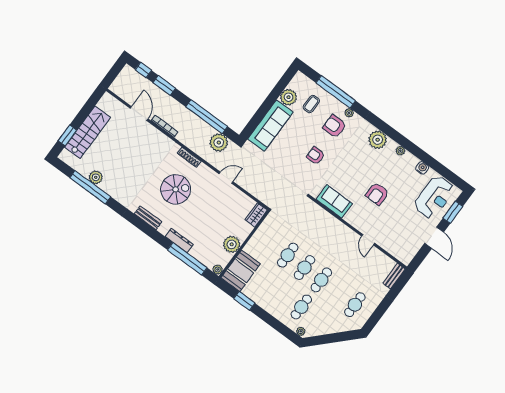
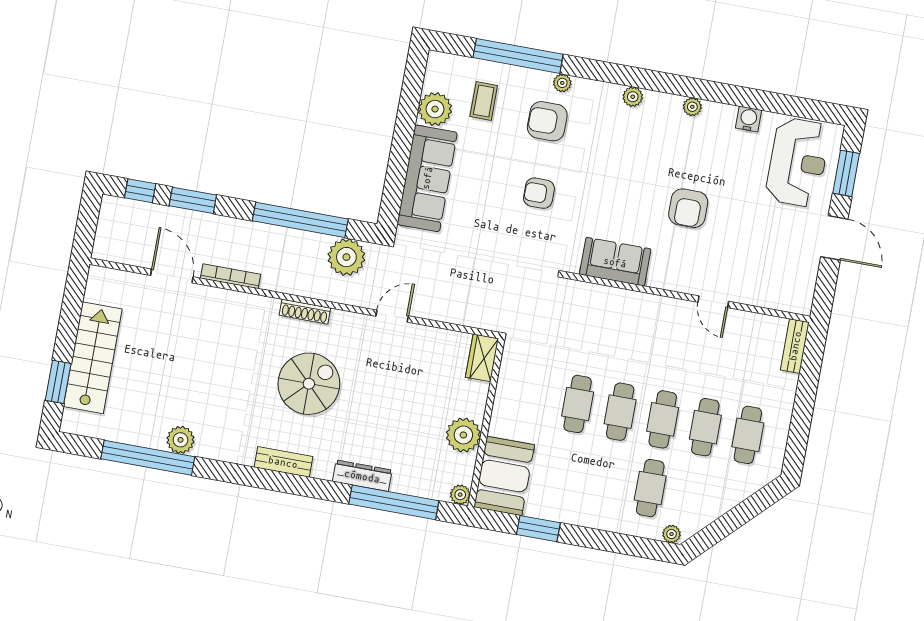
plant: (378, 140) -> (633, 97), width x0.53, depth x0.53
plant: (96, 177) -> (180, 440), moved
cafe table: (338, 292) -> (705, 427), added

